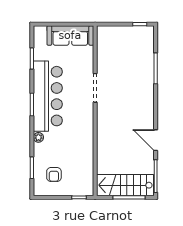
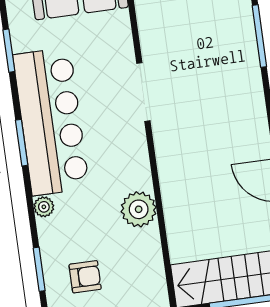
plant: (85, 145) -> (139, 209), added
armchair: (54, 175) -> (85, 277), turned -90

